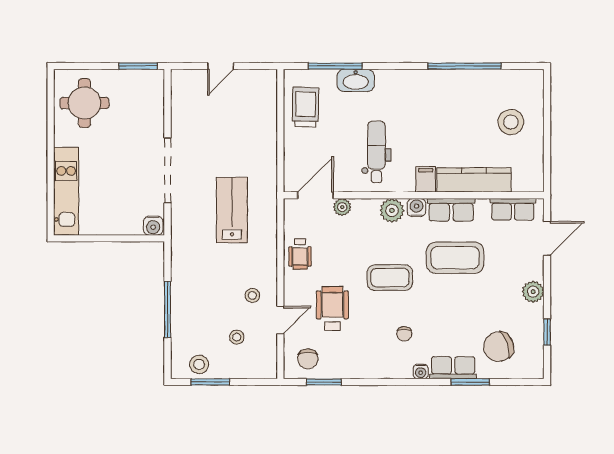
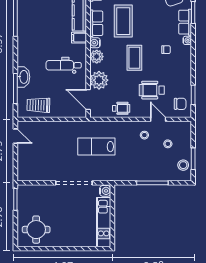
door: (221, 66) -> (15, 136), moved
kitchen unit: (66, 191) -> (104, 222), moved, turned -90
plant: (342, 207) -> (99, 80), width x1.88, depth x1.88

